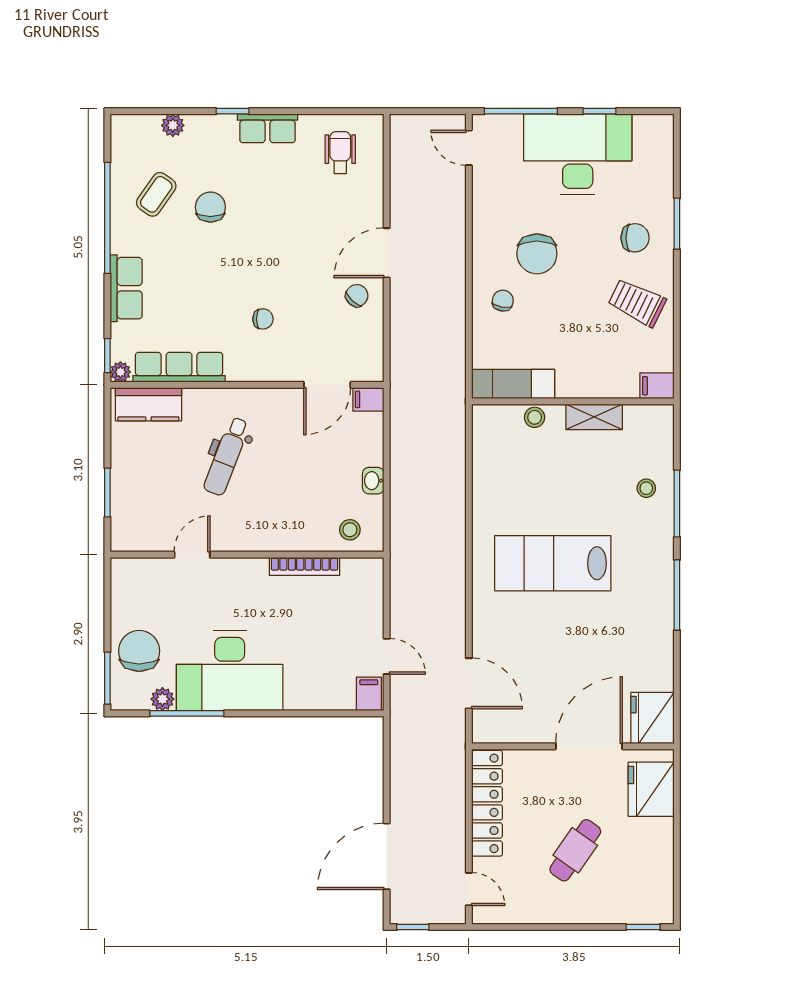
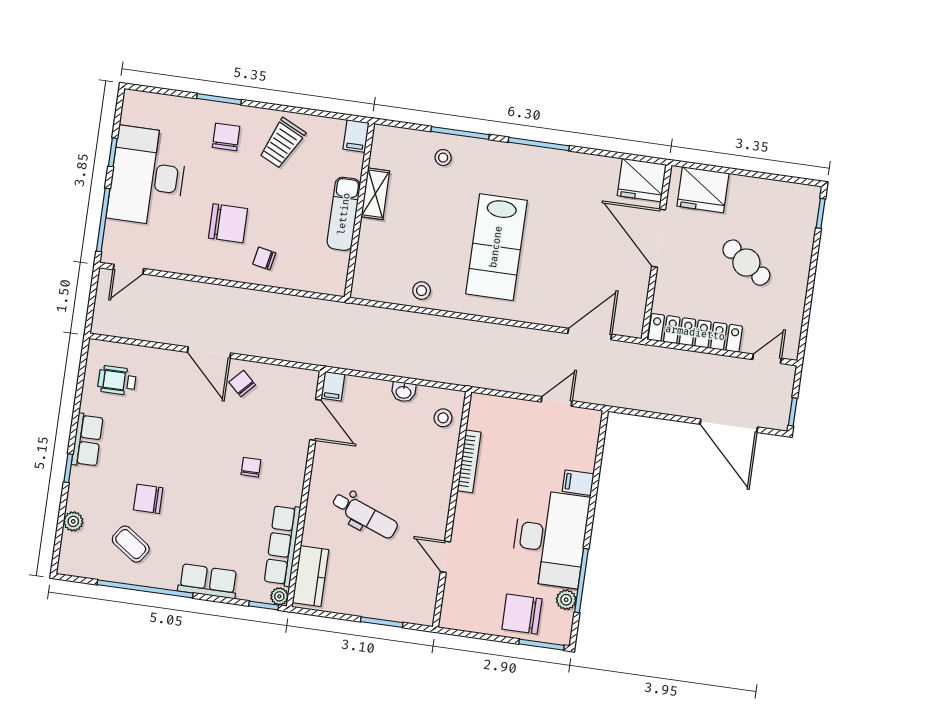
exam couch: (513, 384) -> (344, 214), moved
stool: (535, 417) -> (422, 291), moved
filing cabinet: (369, 694) -> (578, 483), moved

